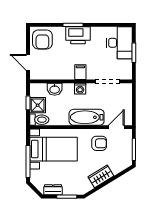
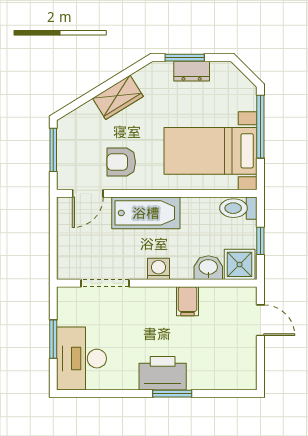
armchair: (42, 39) -> (232, 365), removed
filing cabinet: (80, 72) -> (188, 301), moved
shower: (38, 105) -> (240, 264), moved
dresser: (53, 190) -> (192, 71), moved

